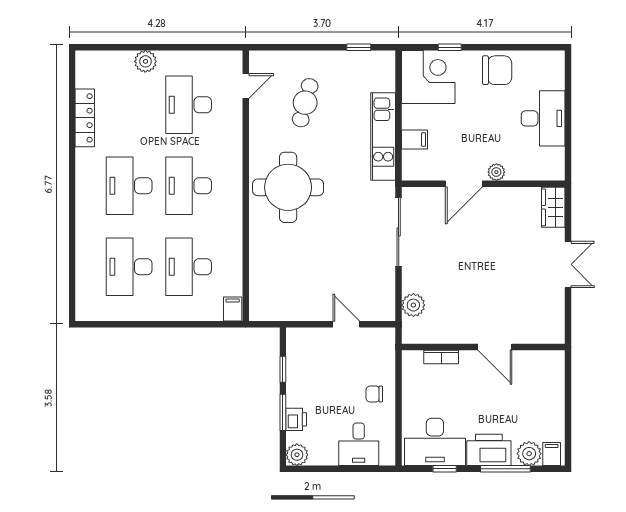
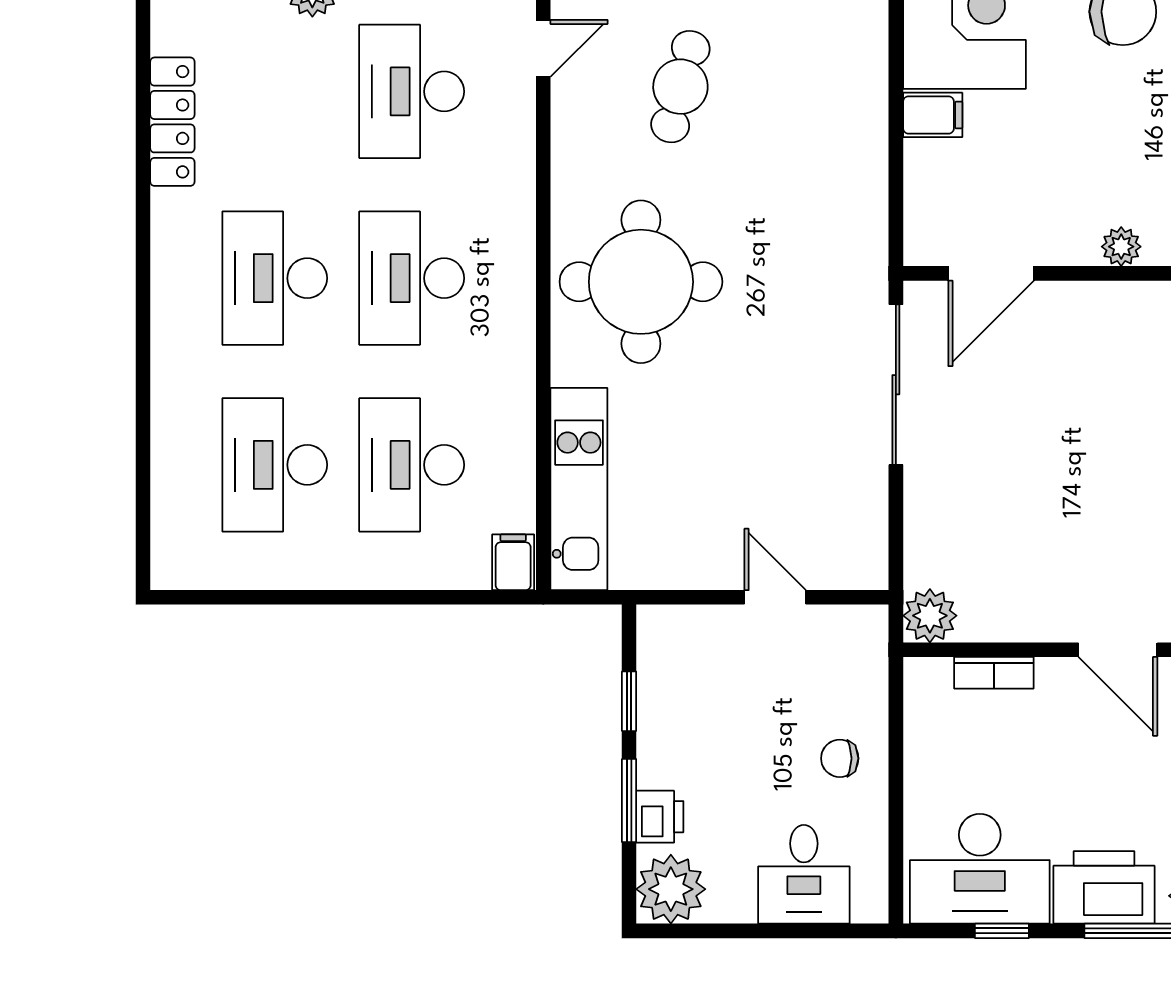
kitchen unit: (383, 136) -> (579, 489), moved, turned 180
filing cabinet: (415, 139) -> (933, 115), moved
door: (464, 184) -> (991, 273), moved
plant: (413, 305) -> (930, 616), moved
plant: (297, 455) -> (671, 889), width x1.36, depth x1.36

